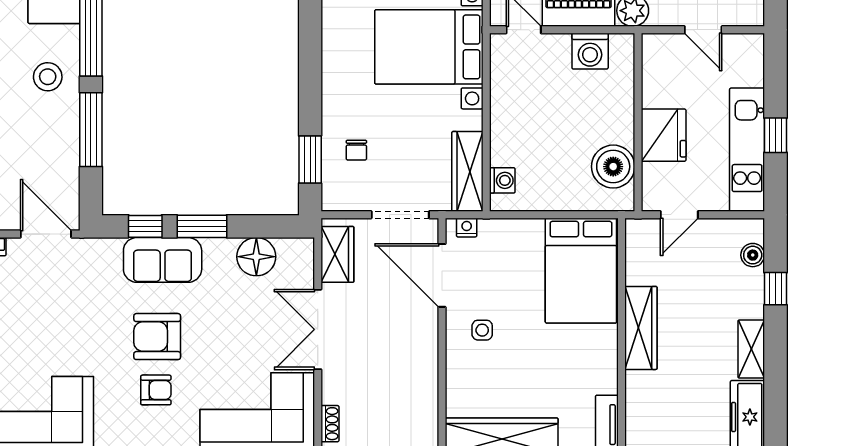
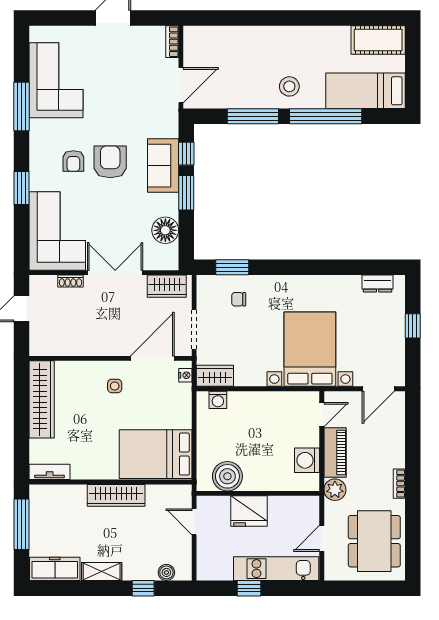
kitchen unit: (747, 150) -> (276, 569), moved
wardrobe: (467, 171) -> (215, 376), width x0.67
shoe rack: (330, 424) -> (70, 281), moved

